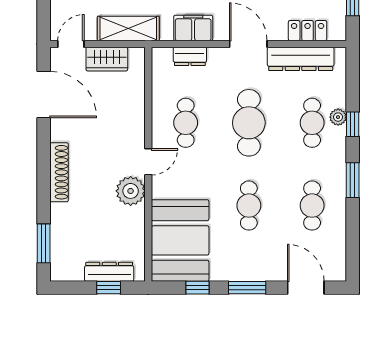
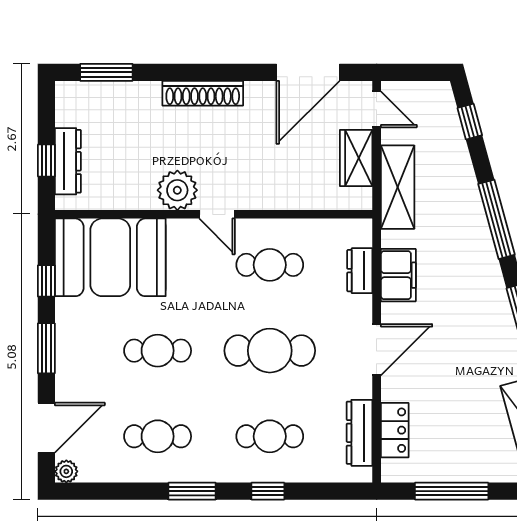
dresser: (301, 59) -> (360, 433), width x0.73, depth x0.80
plant: (338, 117) -> (66, 471), moved

